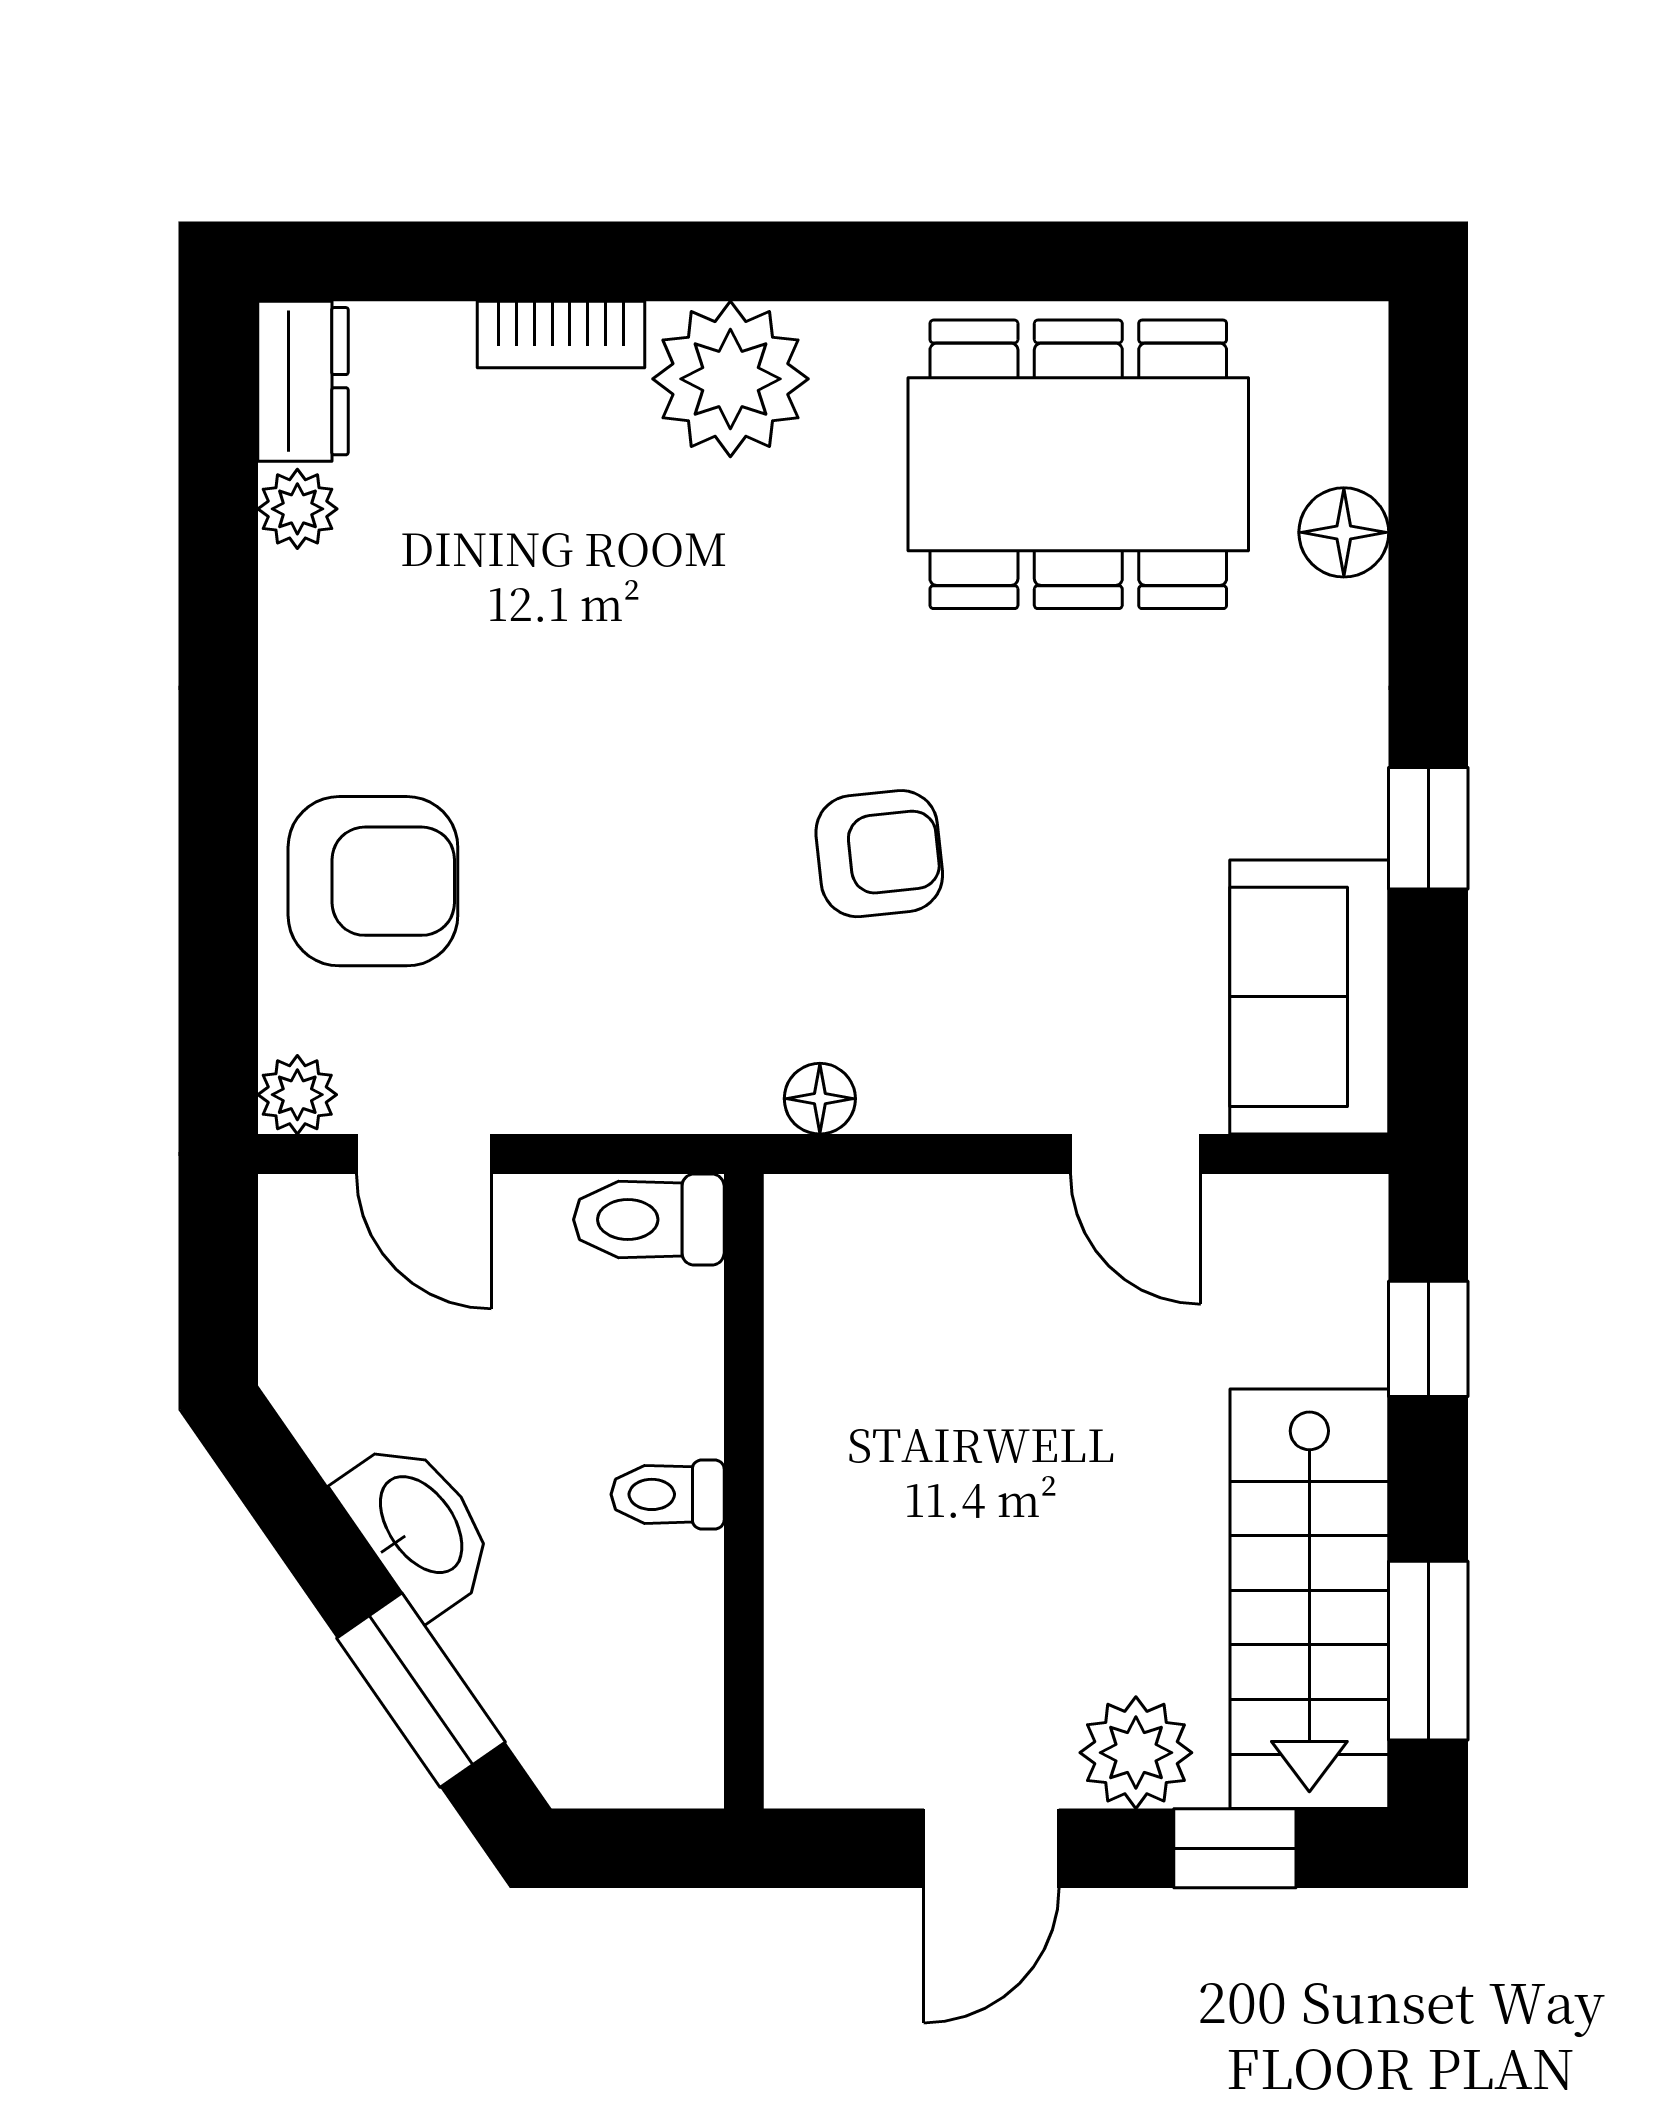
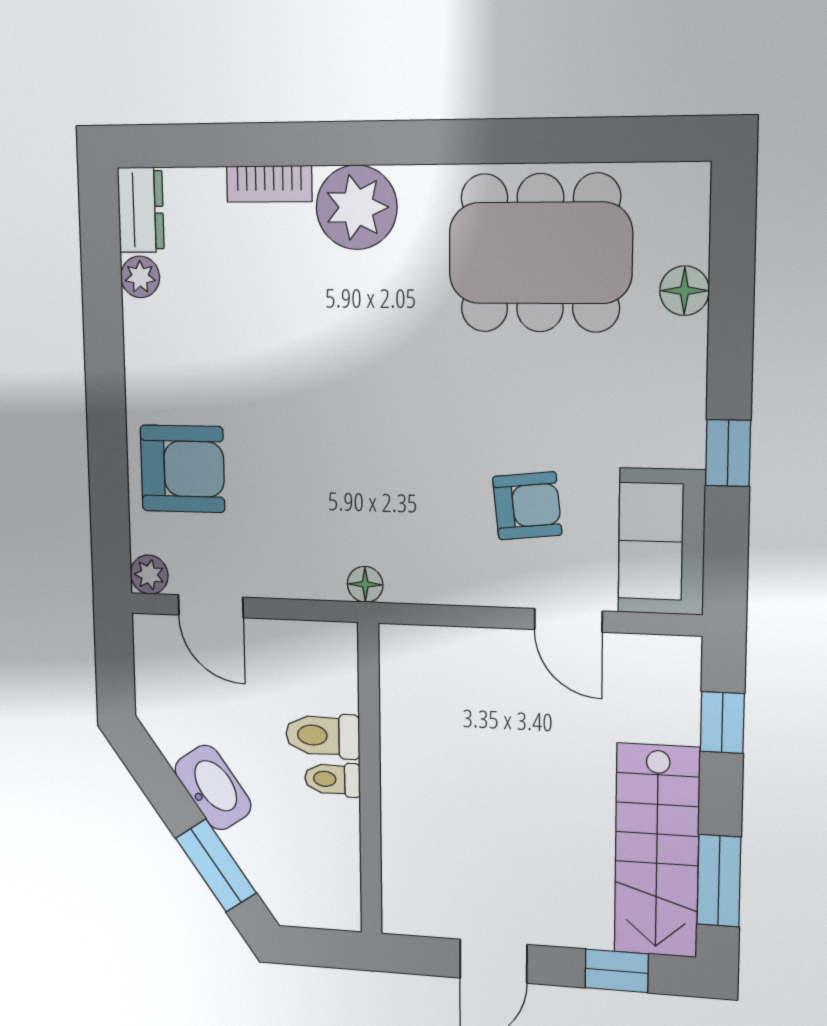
armchair: (879, 854) -> (527, 506), moved
floor lamp: (820, 1099) -> (365, 584), moved
toilet: (649, 1220) -> (323, 736), moved
plant: (1136, 1753) -> (567, 920), removed

